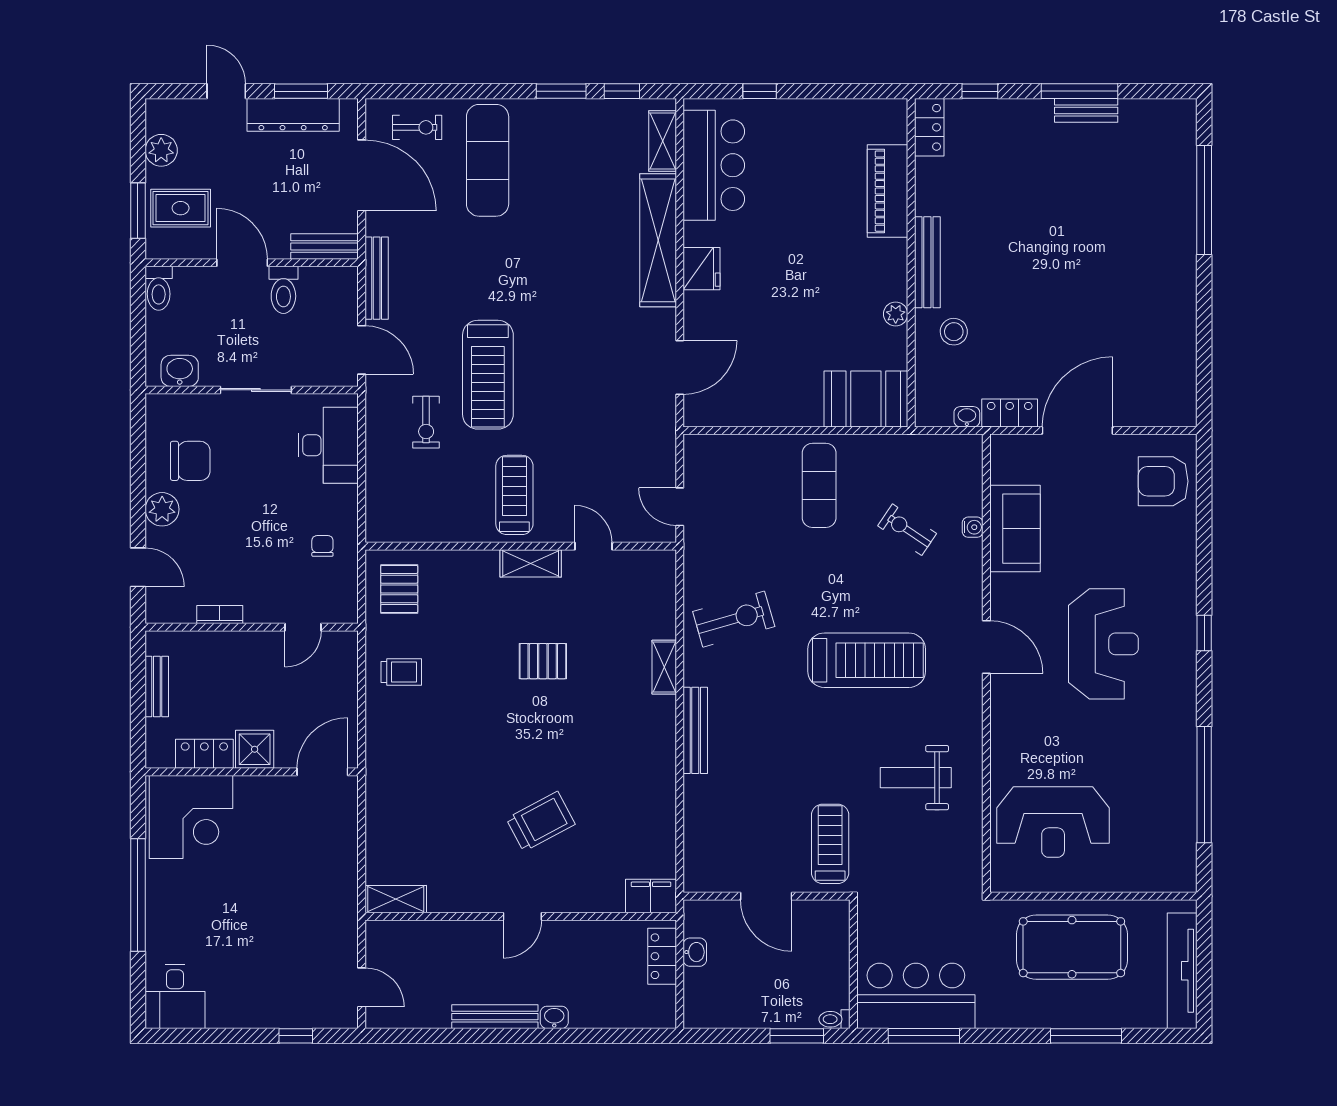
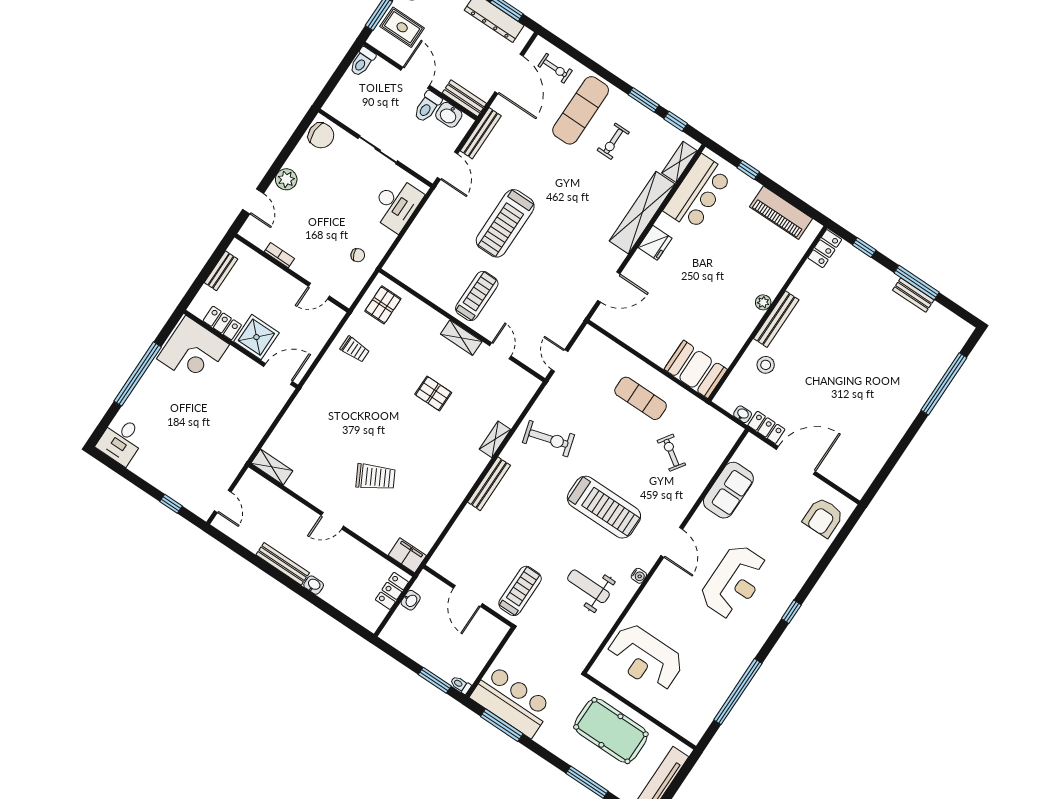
piano: (888, 191) -> (781, 213), moved, turned -90
plant: (896, 314) -> (763, 302), moved
washbasin: (180, 371) -> (449, 115), moved, turned 180
exercise bike: (426, 422) -> (613, 141), moved
chair: (190, 461) -> (321, 135), moved
armchair: (1163, 481) -> (823, 517), turned -90
exercise mat: (819, 485) -> (641, 398), turned 90
water cooler: (973, 527) -> (639, 576), moved
chair: (322, 546) -> (358, 255), turned 68
shower: (255, 749) -> (256, 337), width x1.36, depth x1.36

